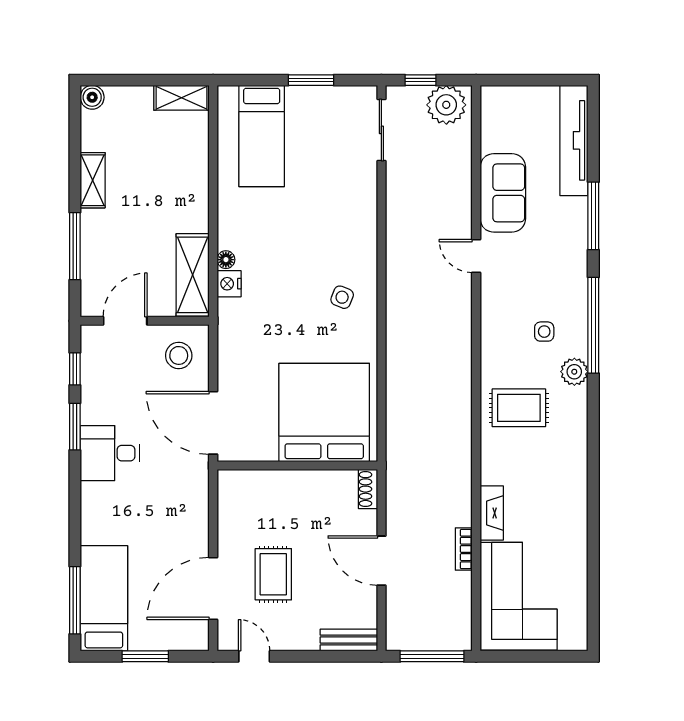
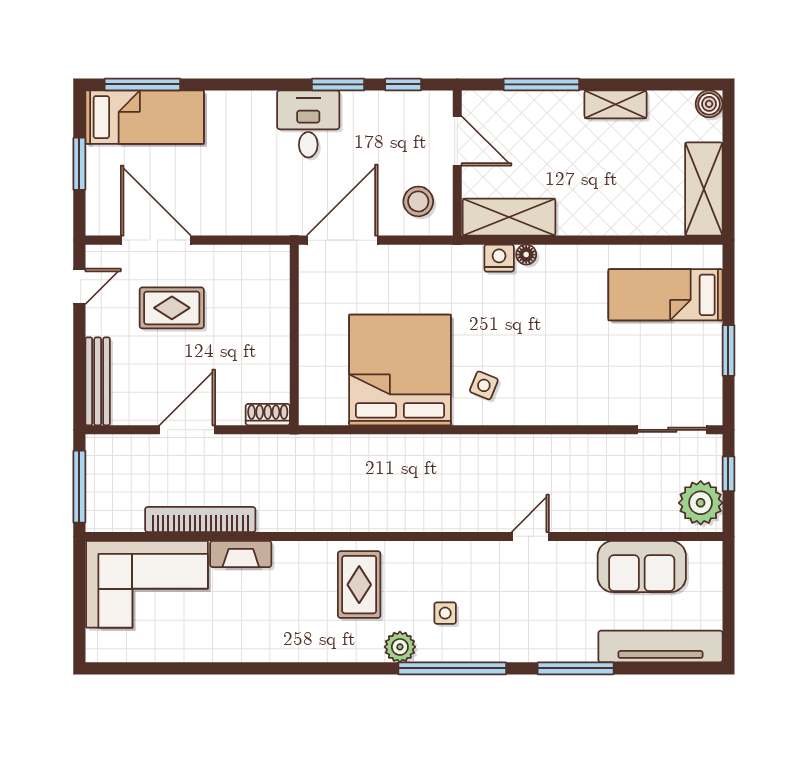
shelving: (181, 98) -> (704, 189), width x1.50, depth x1.33
sofa: (503, 193) -> (642, 566), moved
bed: (324, 412) -> (400, 370), moved, turned -90
bookcase: (464, 549) -> (200, 519), width x2.31, depth x1.31
bench: (349, 640) -> (98, 381), width x1.36

